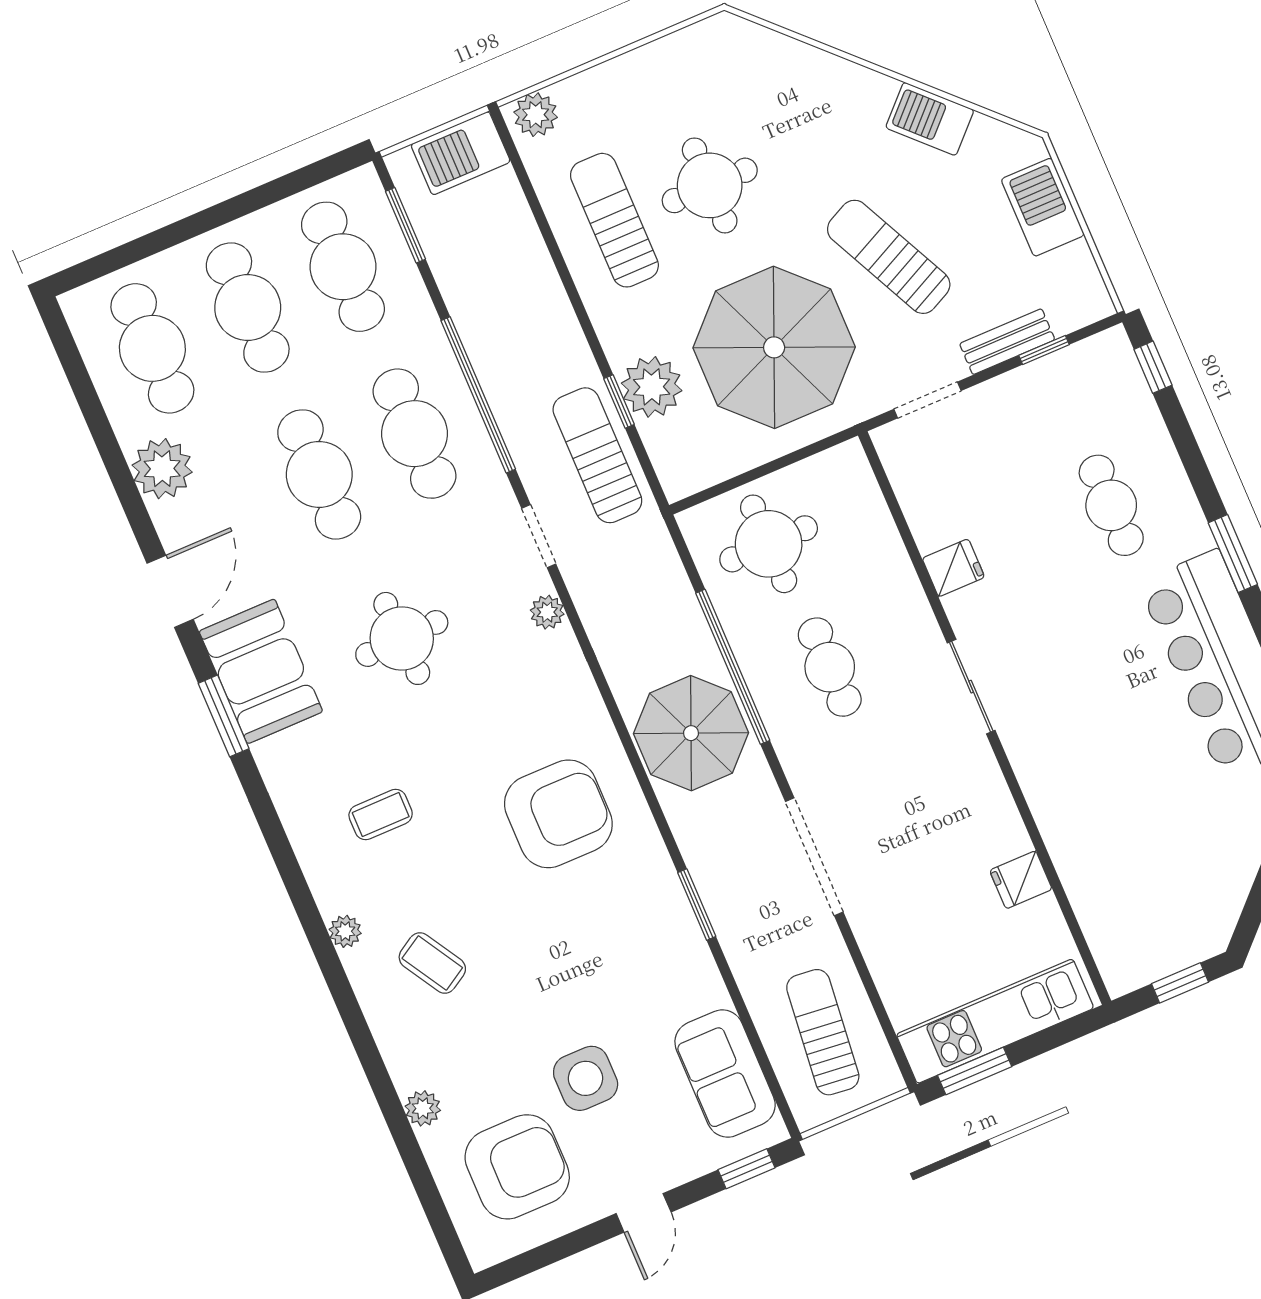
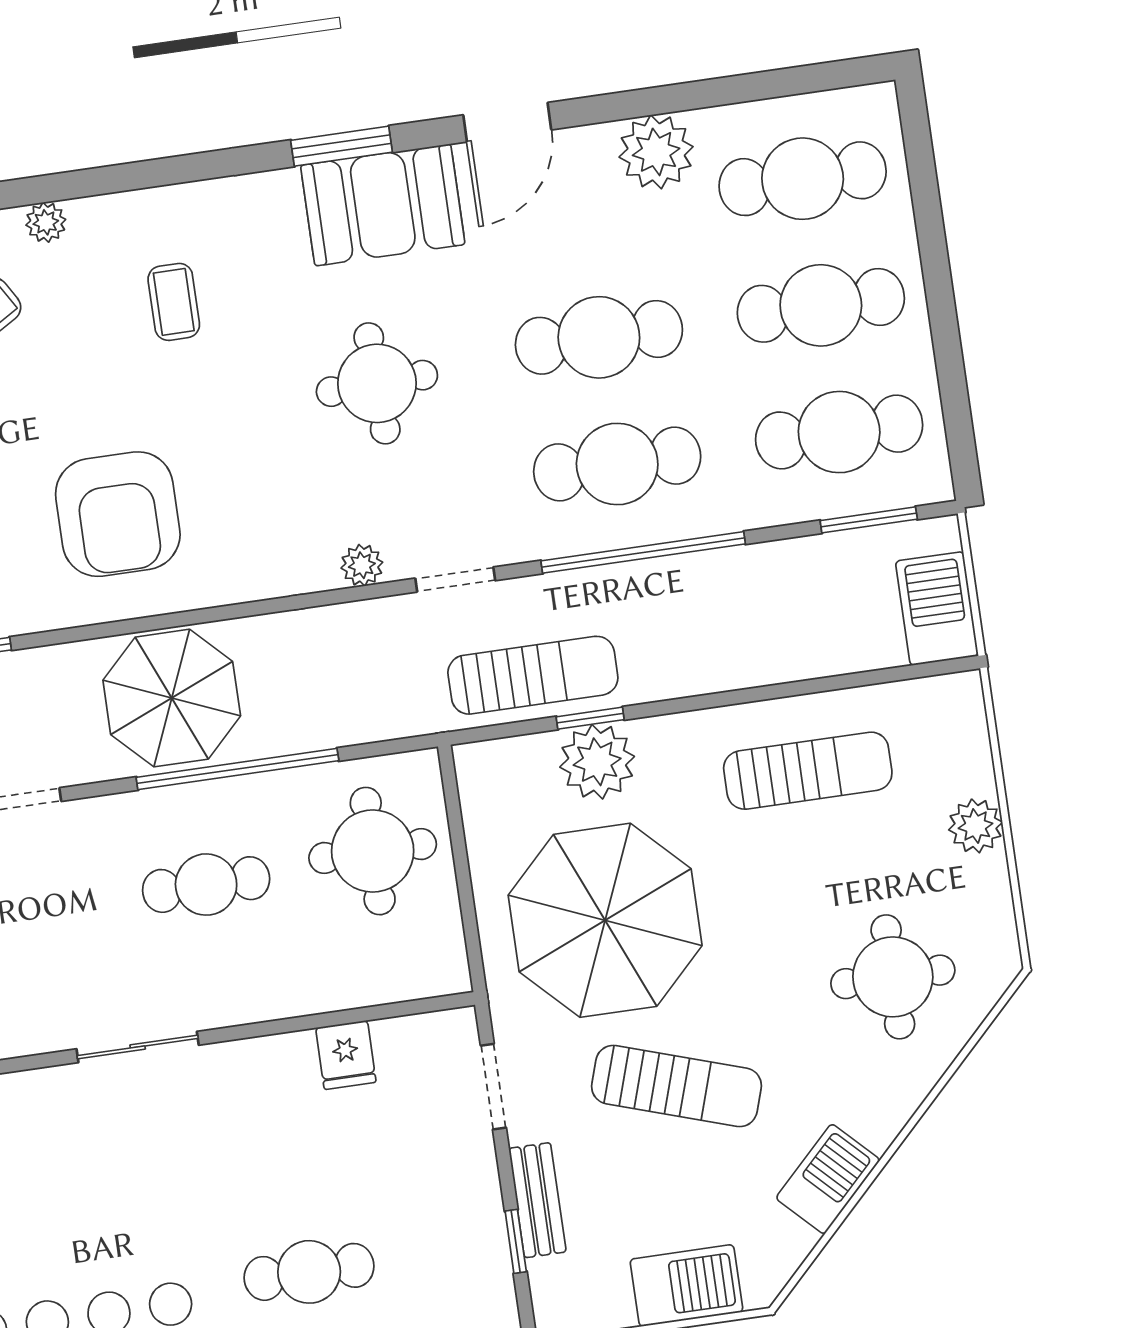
plant: (536, 115) -> (976, 826), moved
round table: (710, 185) -> (893, 977), moved
sun lounger: (889, 257) -> (676, 1086), turned 44
fridge: (953, 568) -> (346, 1055), moved
door: (170, 591) -> (507, 122), hinge flipped

